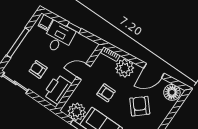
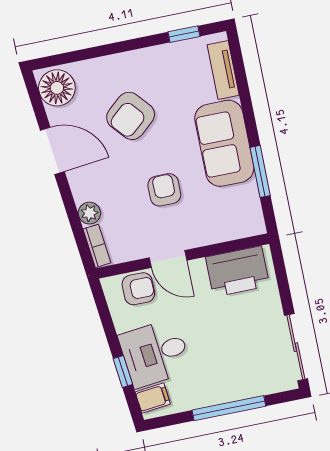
window: (74, 28) -> (123, 371), moved
plant: (125, 68) -> (89, 213), width x0.53, depth x0.53
armchair: (38, 69) -> (138, 289), moved, turned -90
plant: (77, 112) -> (241, 205), removed

